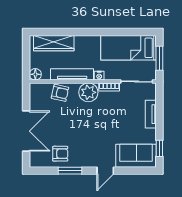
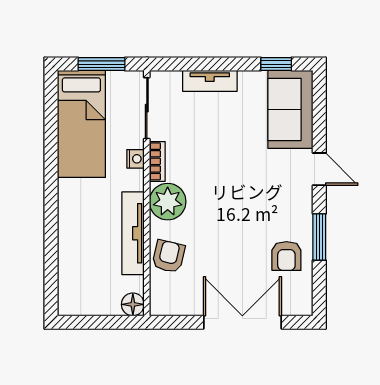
wardrobe: (54, 43) -> (72, 269), removed
nightstand: (99, 76) -> (135, 159), moved
armchair: (60, 154) -> (286, 256), turned 180

